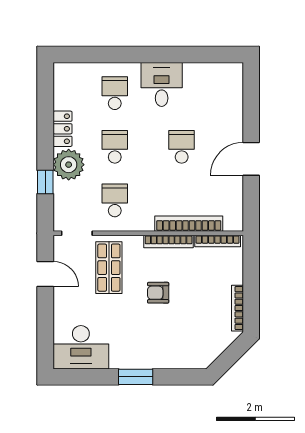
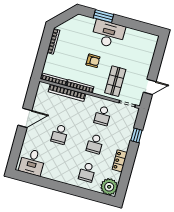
desk: (162, 84) -> (32, 162), moved
plant: (69, 165) -> (109, 187), moved
door: (45, 274) -> (150, 87), swing flipped
desk: (81, 347) -> (108, 34), moved
window: (136, 377) -> (104, 16), moved

